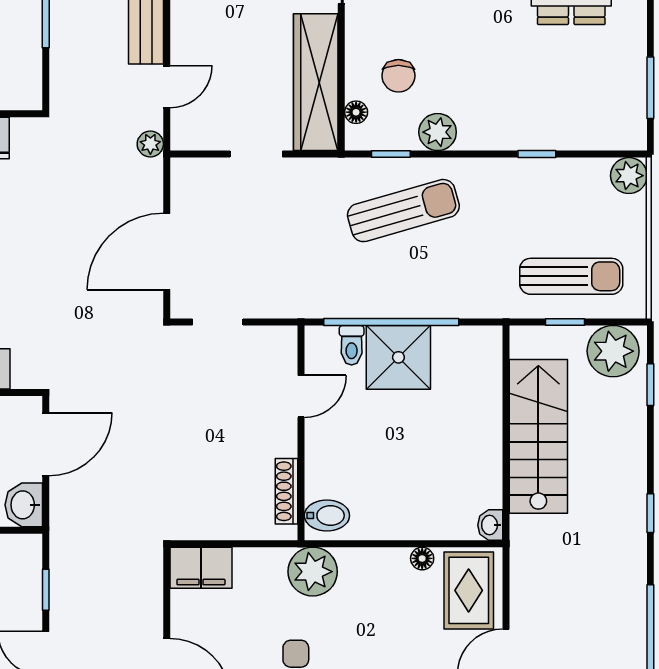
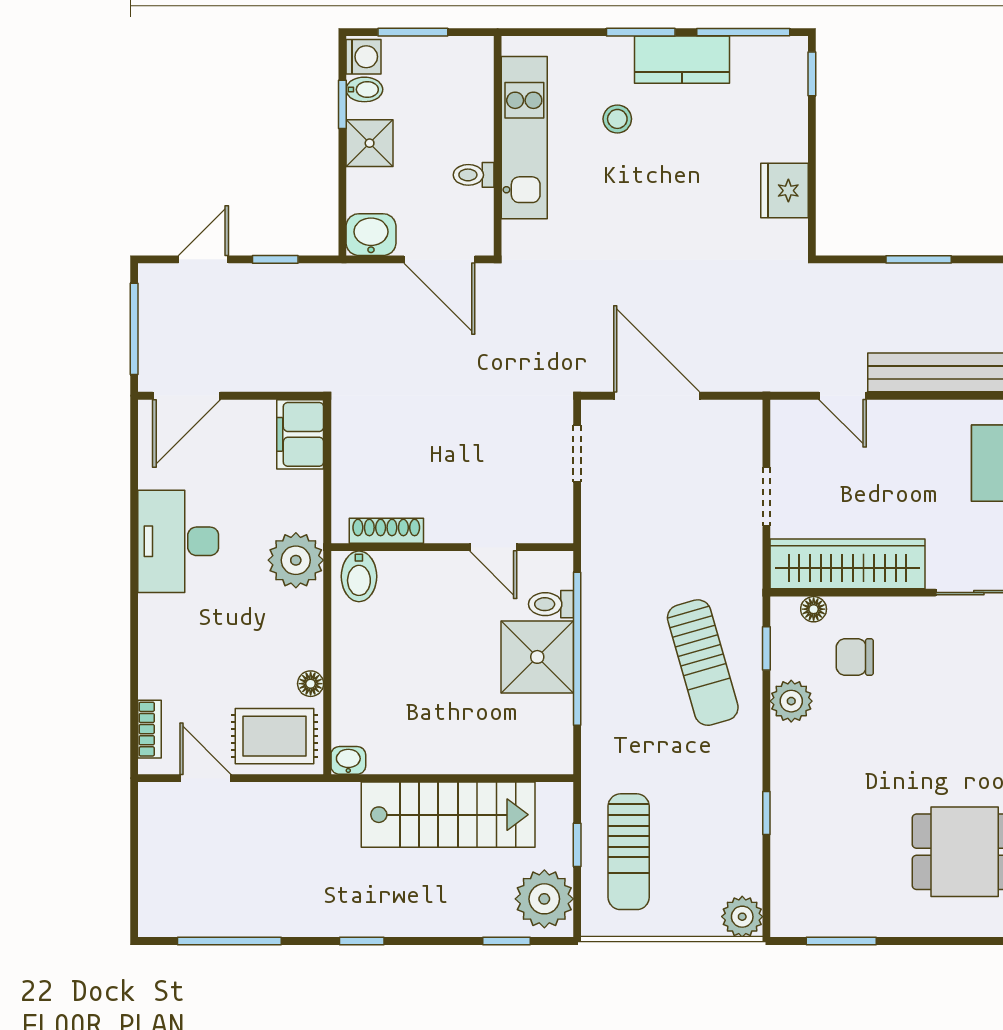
plant: (150, 144) -> (778, 377), removed

